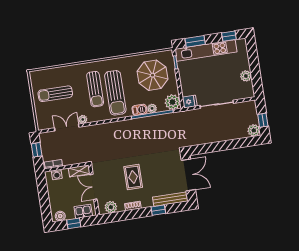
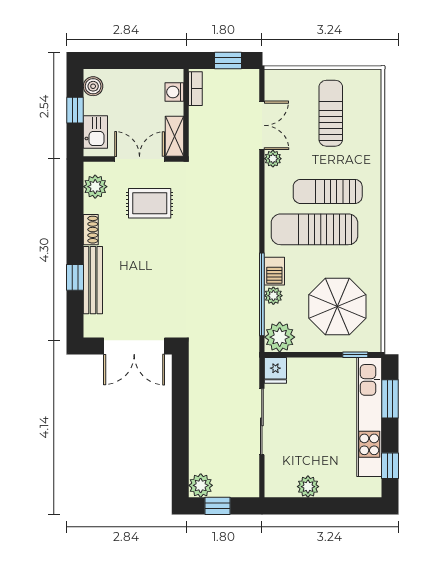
rug: (133, 177) -> (150, 203), moved
bench: (170, 199) -> (93, 280), moved

